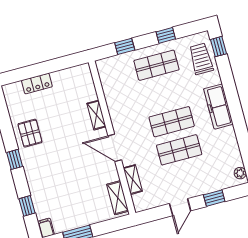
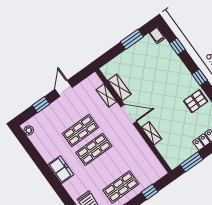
window: (62, 63) -> (191, 162), added
freezer: (218, 107) -> (61, 170), width x0.71
pallet: (30, 133) -> (196, 101), turned 90
shelving: (118, 198) -> (119, 87), moved

